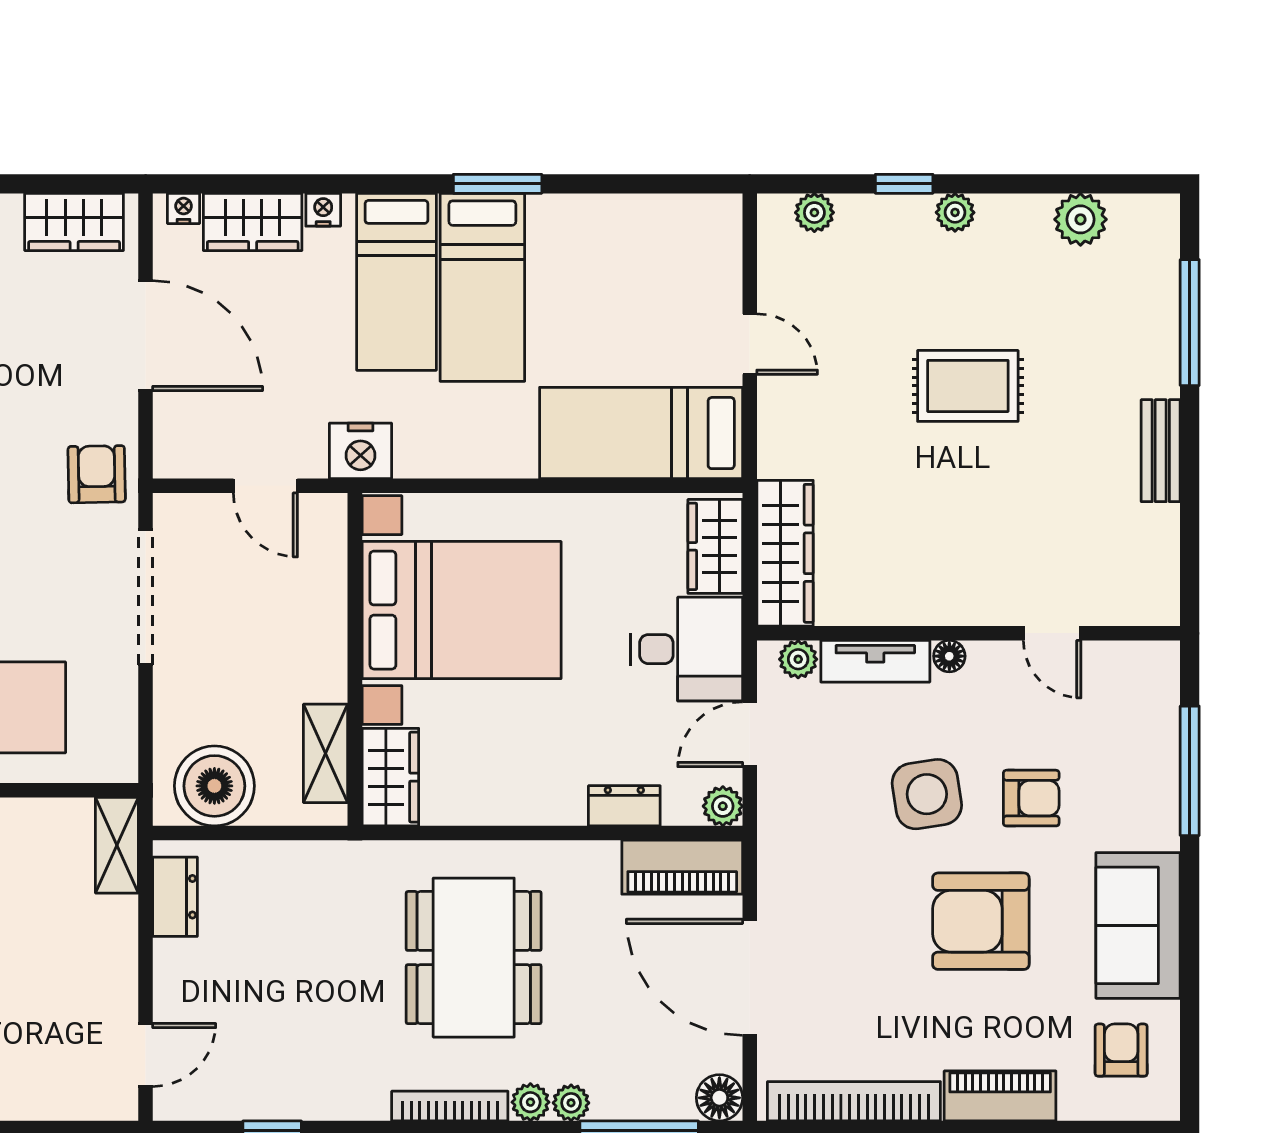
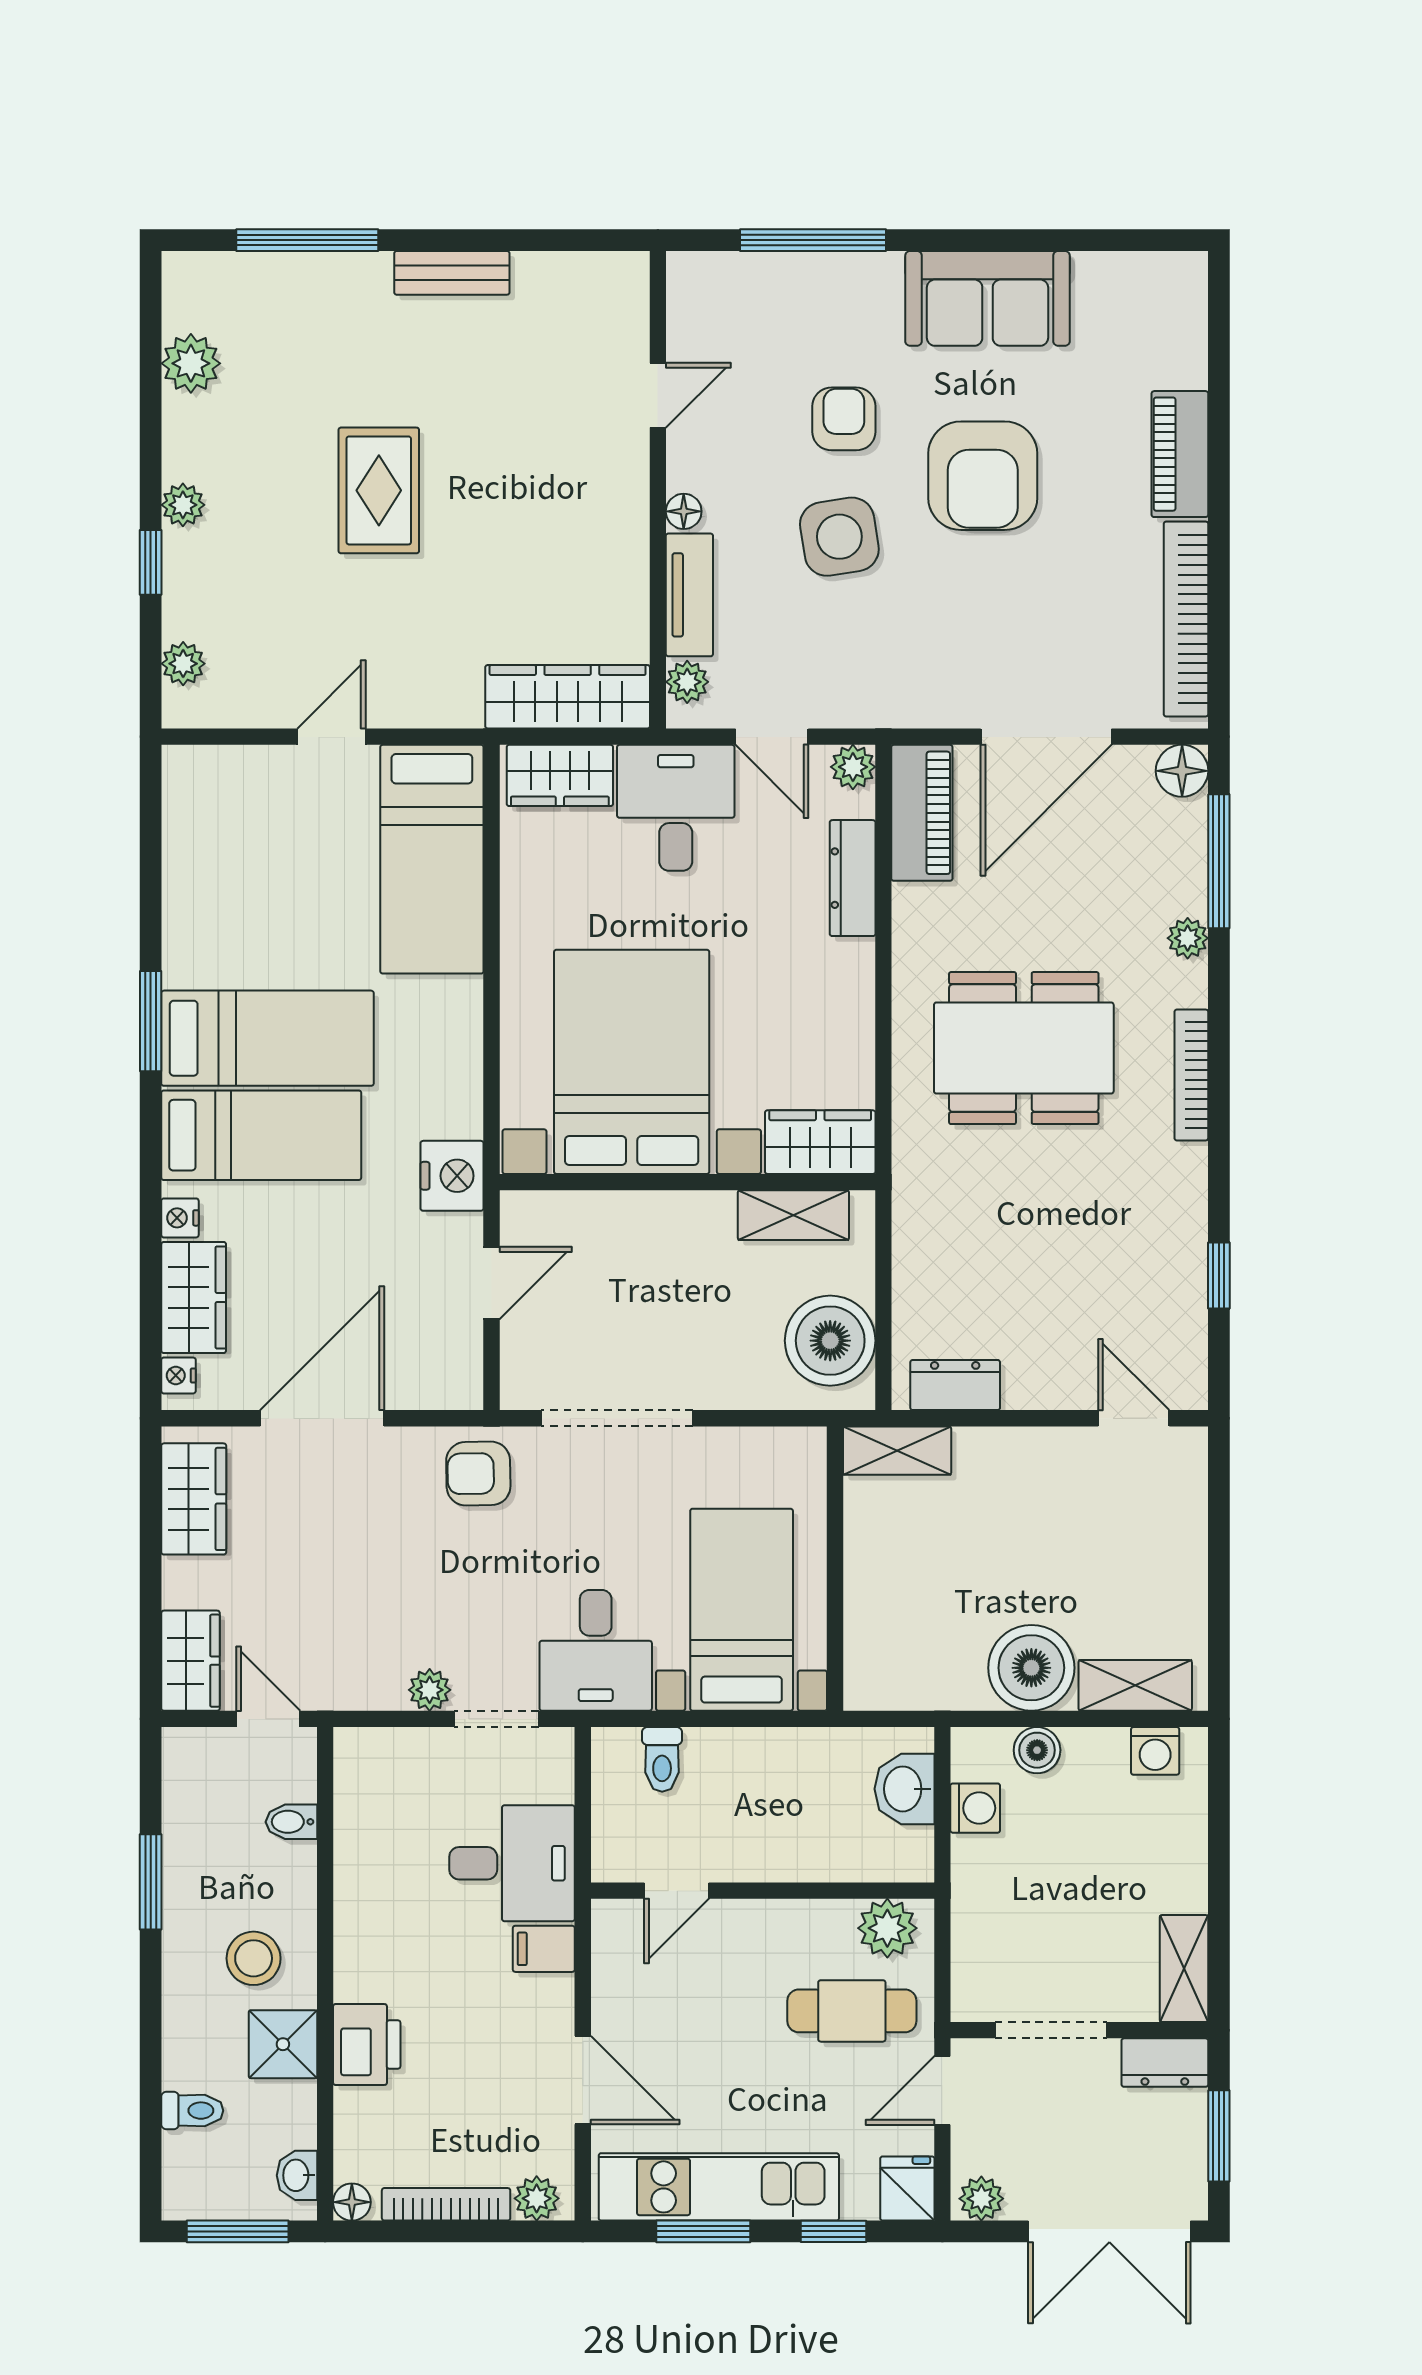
dresser: (624, 806) -> (853, 878), width x1.44
armchair: (1121, 1050) -> (1128, 317), removed
plant: (530, 1102) -> (1187, 984), removed

